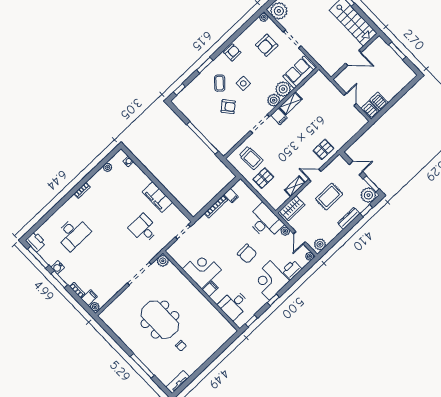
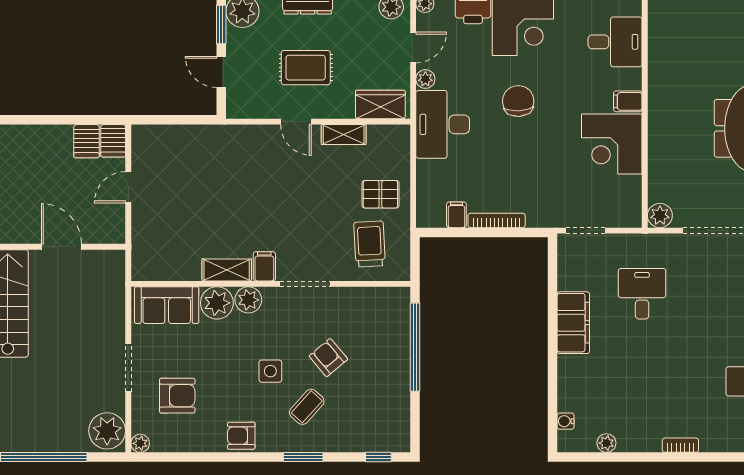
pallet: (324, 149) -> (244, 149), removed
desk: (144, 229) -> (642, 294), turned 180

